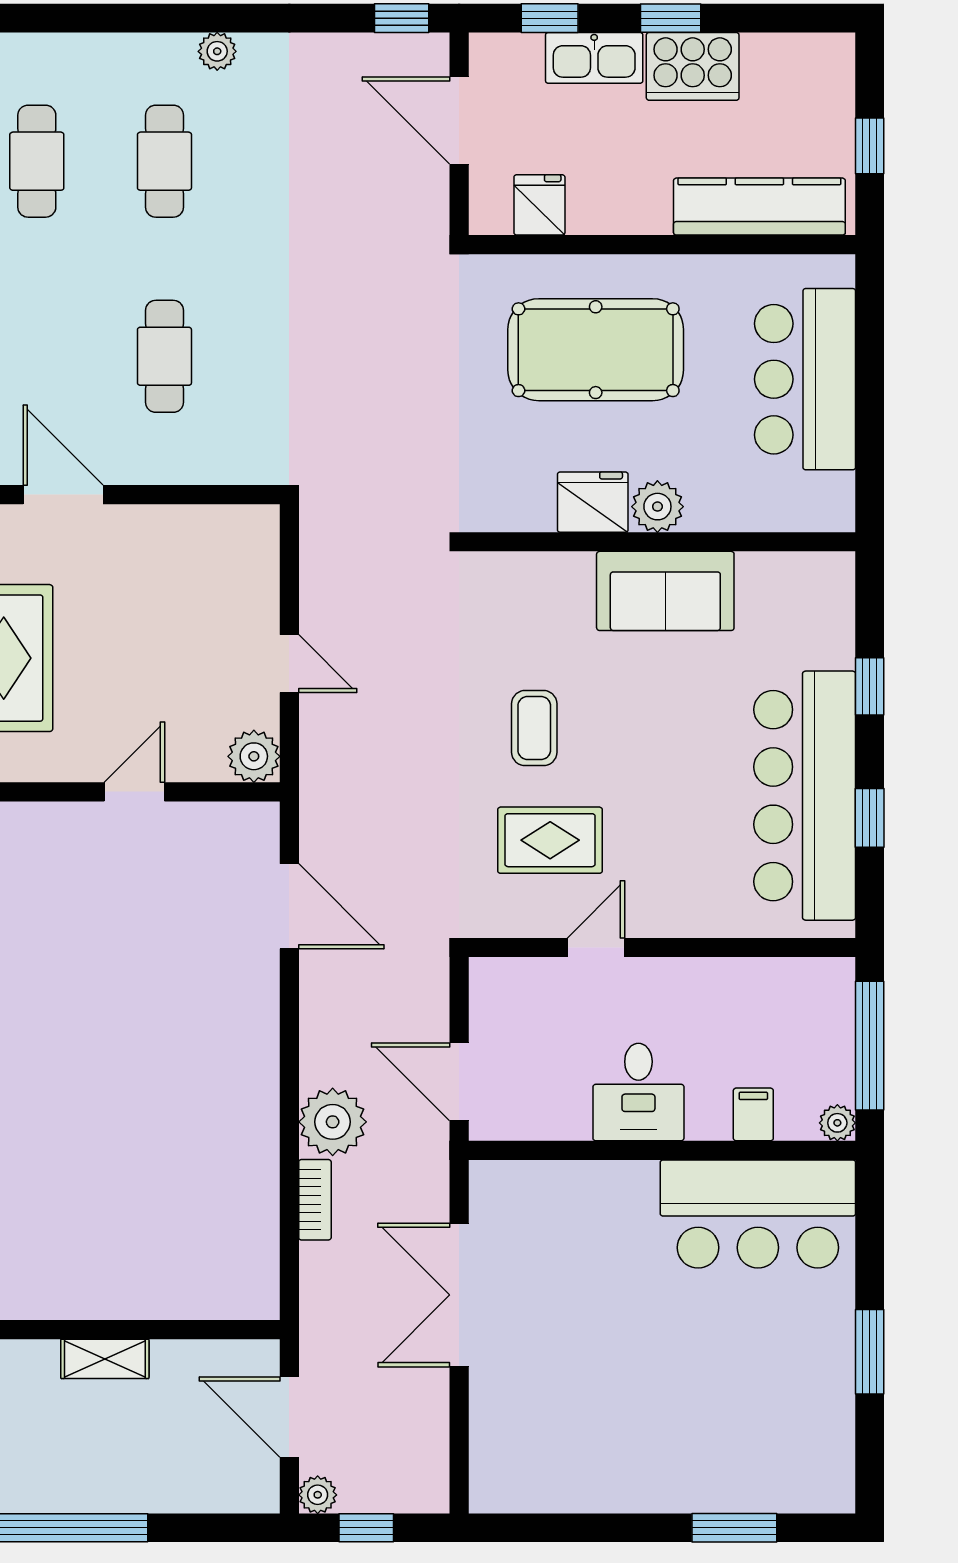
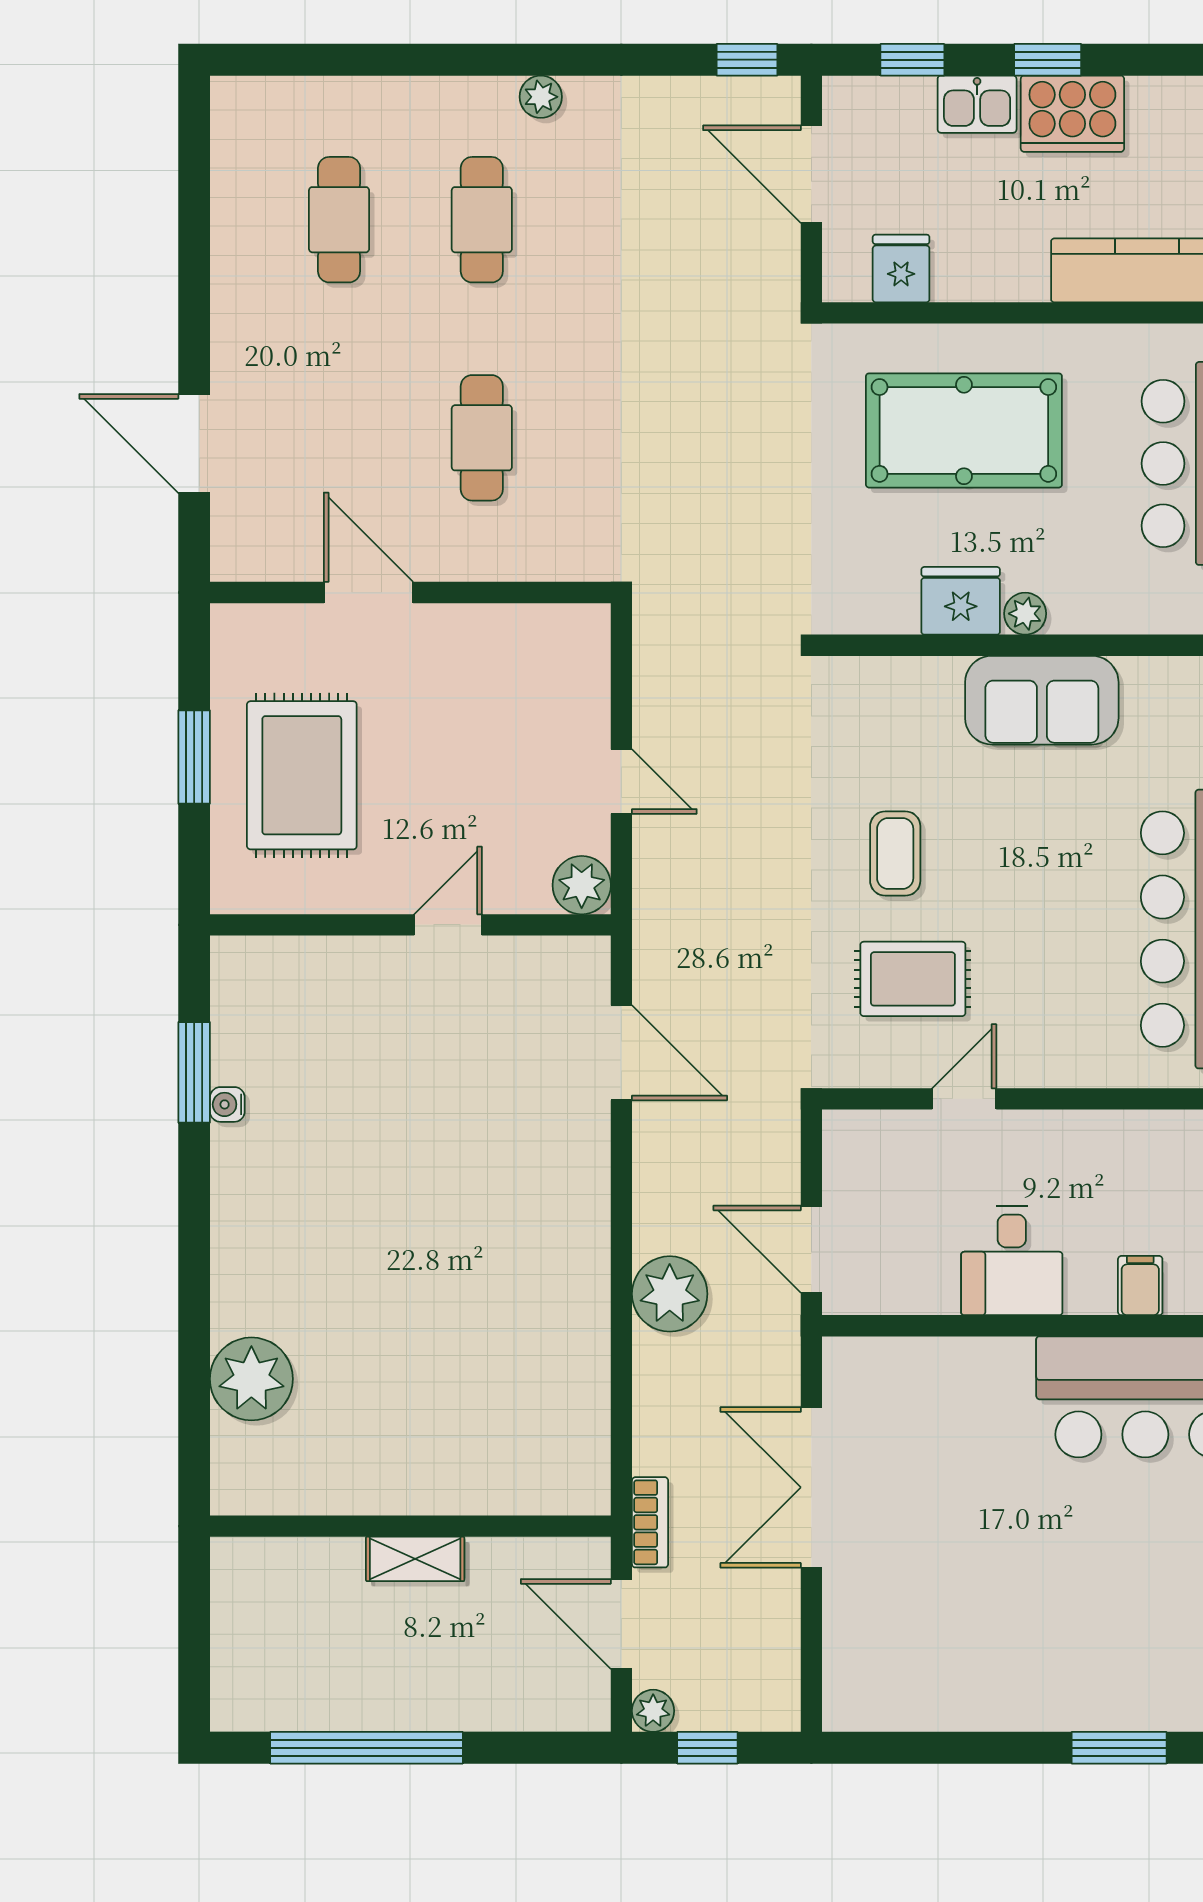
kitchen sink: (594, 58) -> (977, 104), width x0.73
plant: (657, 507) -> (1025, 614), width x0.73, depth x0.73
bookcase: (315, 1200) -> (650, 1522), moved

